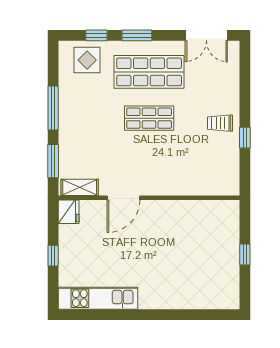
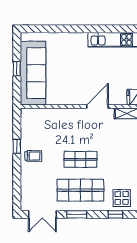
window: (137, 35) -> (77, 214), moved
double door: (206, 35) -> (42, 214), swing flipped
sofa: (221, 248) -> (33, 73), added

